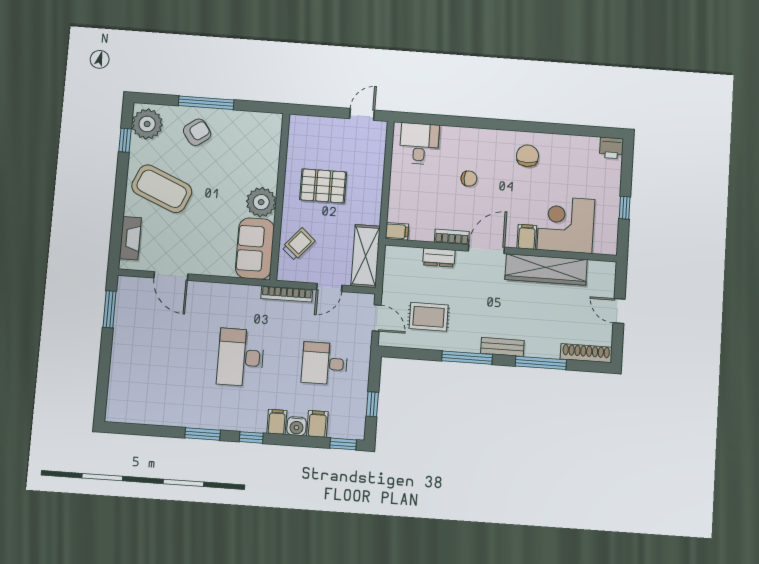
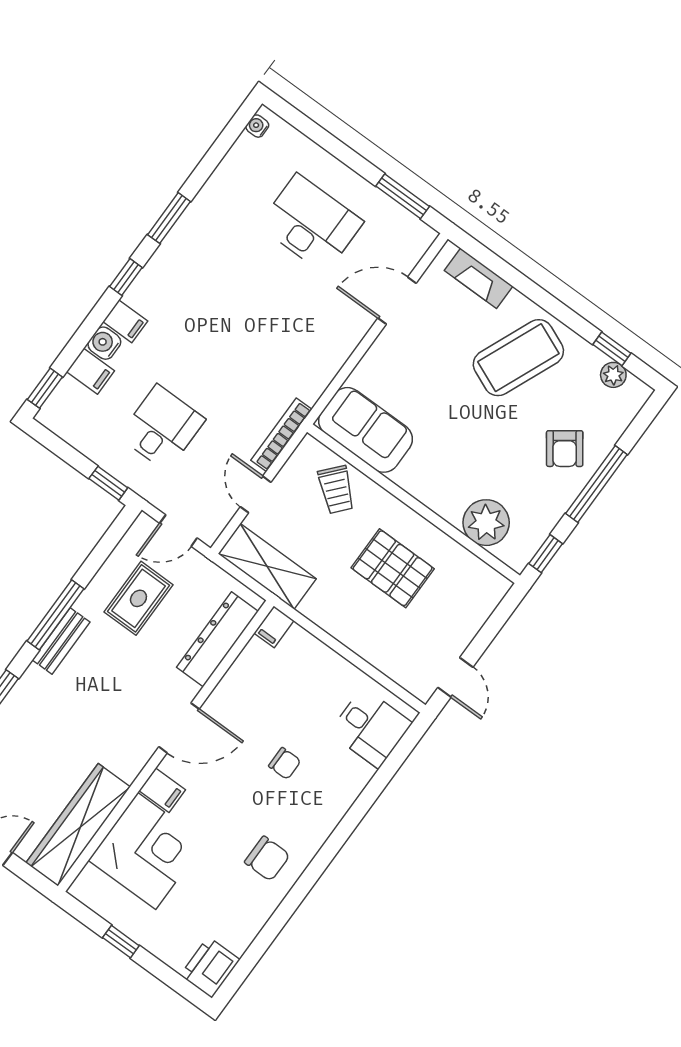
window: (262, 107) -> (546, 554), added
plant: (147, 124) -> (613, 375), width x0.53, depth x0.53
printer: (611, 148) -> (210, 967), width x1.36, depth x1.24
chair: (469, 179) -> (285, 763), turned -90
pallet: (323, 186) -> (393, 568), turned 90
plant: (261, 202) -> (486, 523), moved
bookcase: (452, 237) -> (223, 693), removed
door: (486, 249) -> (179, 728), hinge flipped
dresser: (439, 257) -> (217, 639), width x1.96, depth x1.24
wardrobe: (546, 269) -> (78, 825), moved
bench: (502, 347) -> (61, 641), moved
desk: (241, 357) -> (311, 224), moved
window: (372, 404) -> (108, 483), moved
water cooler: (119, 416) -> (257, 126), added

